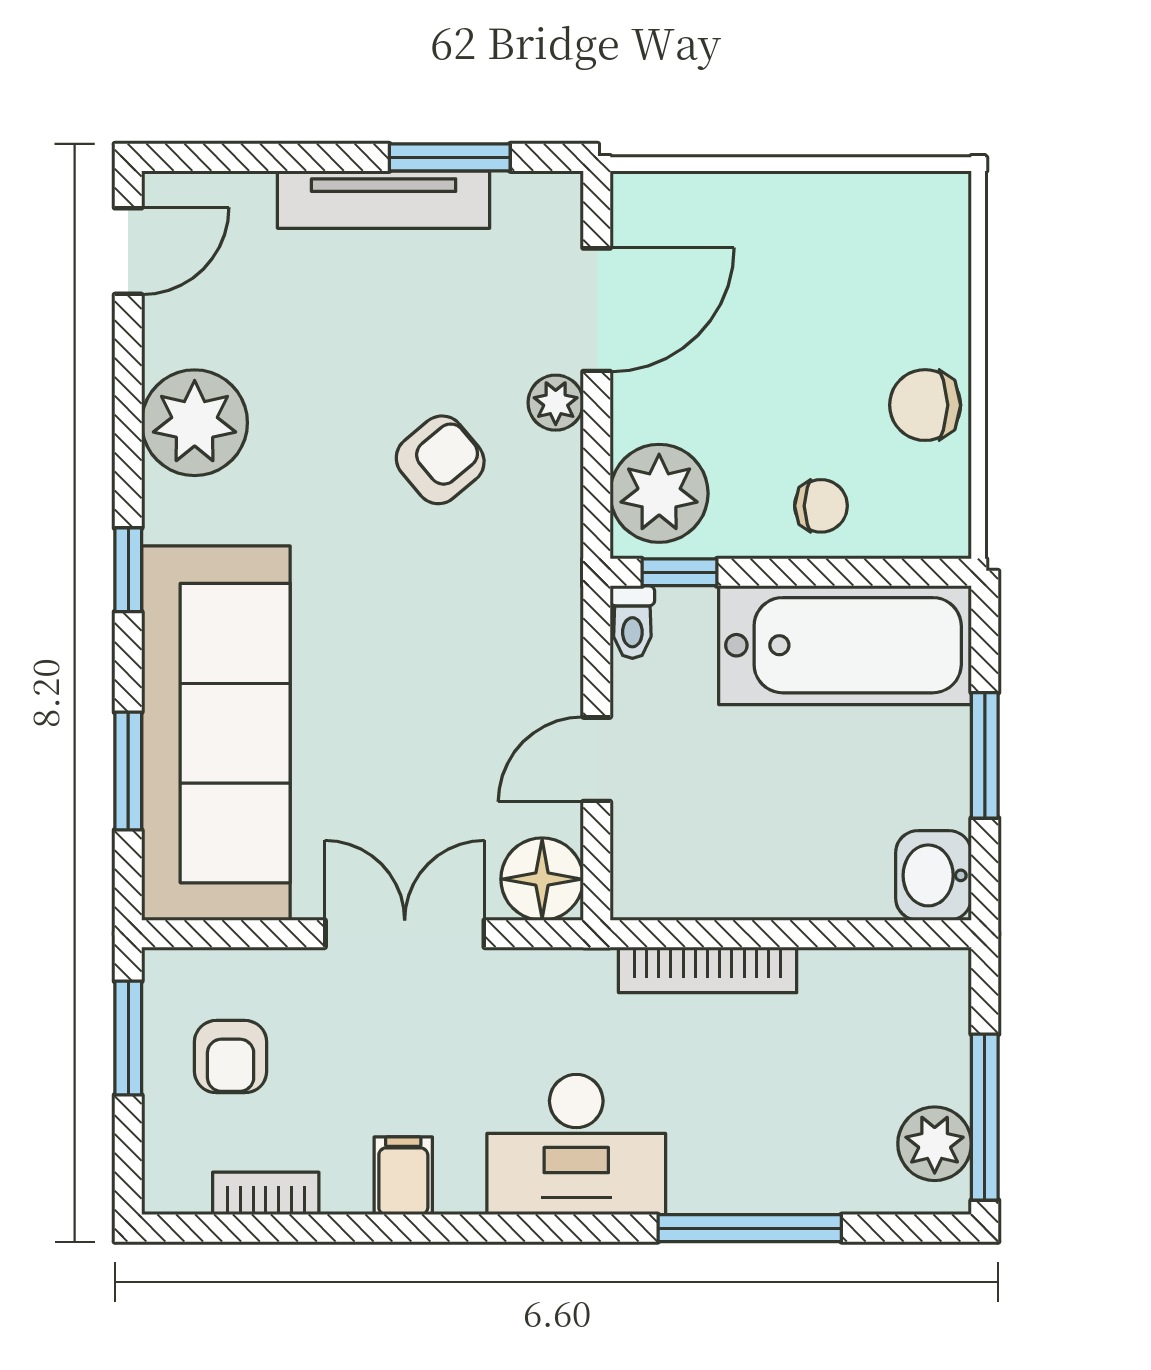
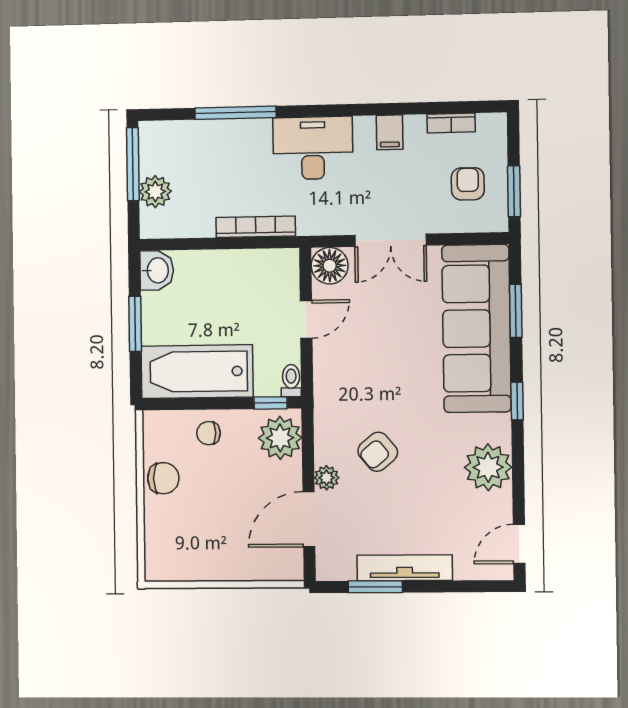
plant: (935, 1144) -> (155, 192), moved

